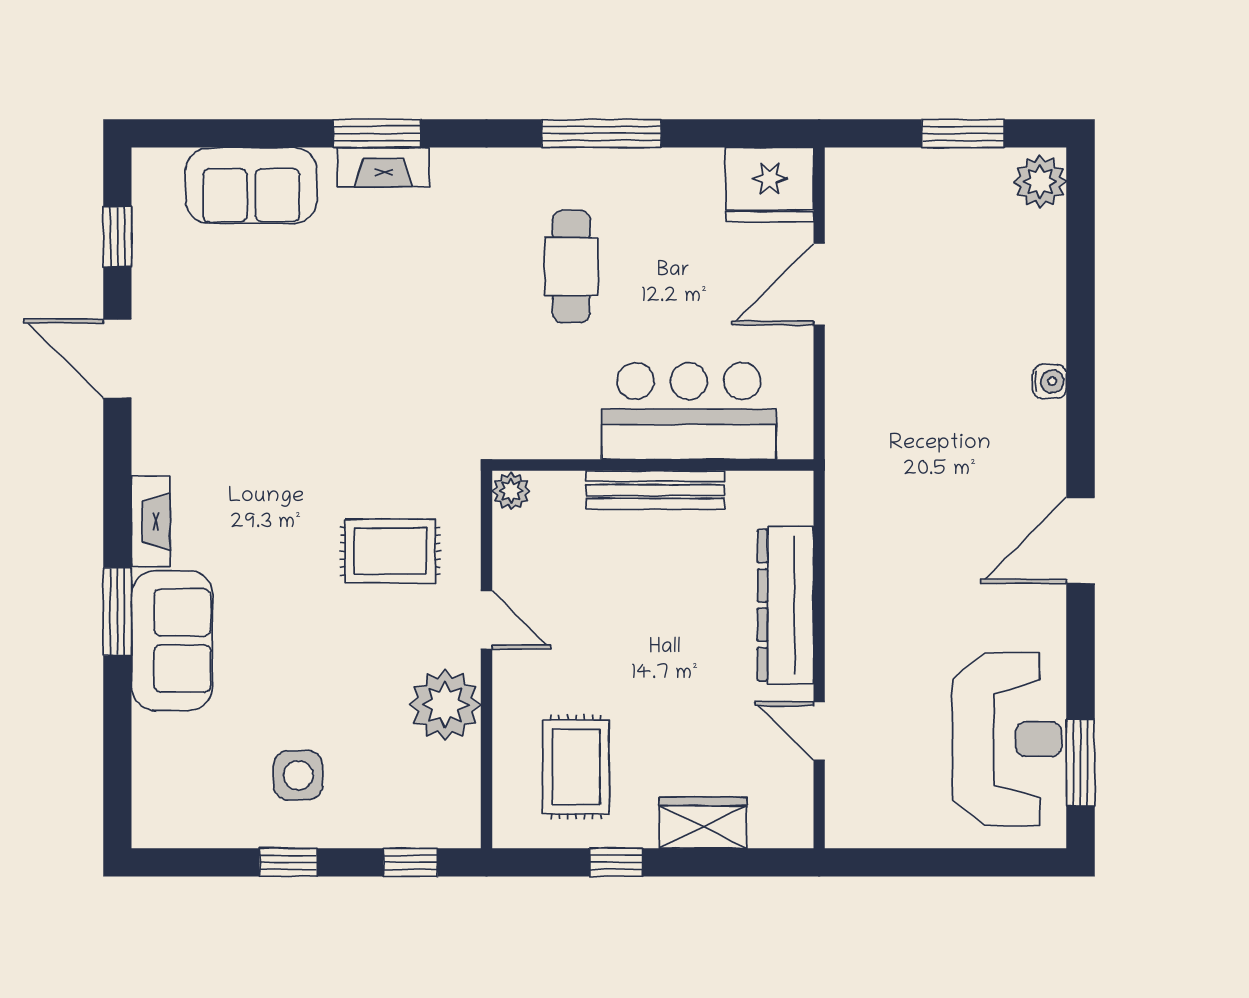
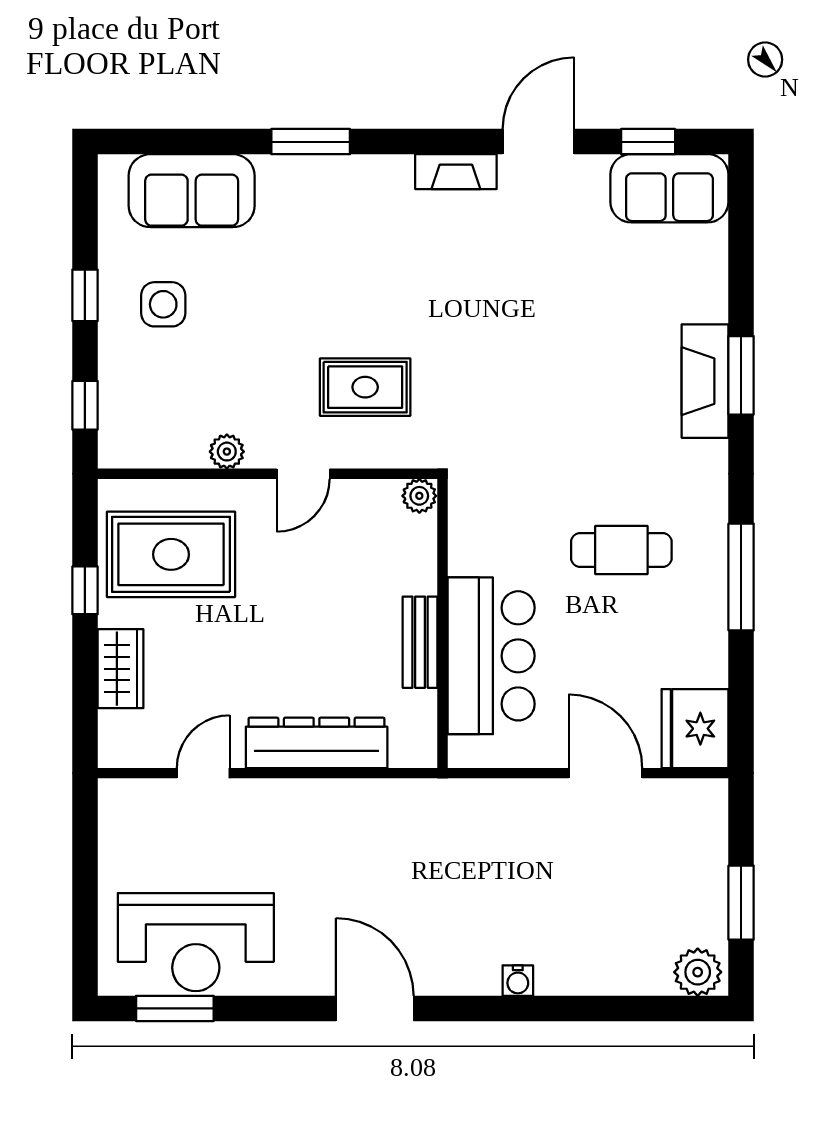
fireplace: (384, 167) -> (705, 381), width x1.37, depth x1.32
sofa: (251, 185) -> (669, 188), moved, turned -90
bench: (655, 490) -> (420, 642), width x0.73
fireplace: (151, 521) -> (456, 172), moved
rug: (390, 551) -> (365, 387), turned 90
sofa: (172, 641) -> (192, 191), moved
plant: (445, 705) -> (227, 452), width x0.53, depth x0.53
rug: (576, 767) -> (171, 554), width x1.36, depth x1.43

